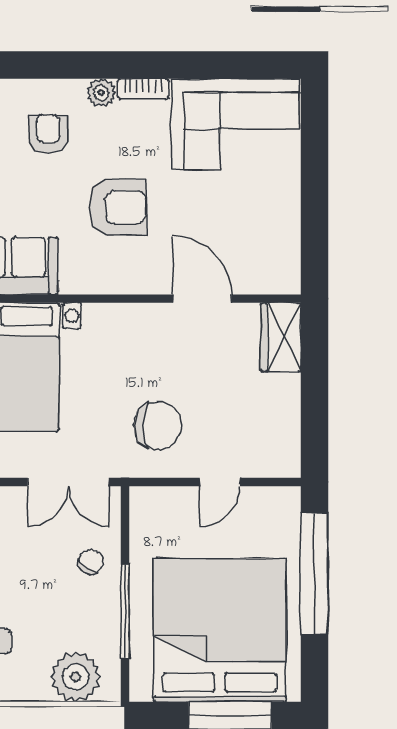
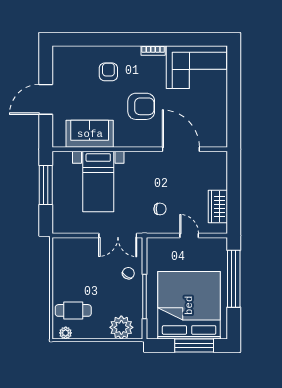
plant: (101, 93) -> (133, 52), removed
door: (202, 299) -> (181, 149), width x1.36
wardrobe: (281, 337) -> (218, 206), moved
chair: (158, 425) -> (160, 209), width x0.54, depth x0.54
door: (220, 482) -> (189, 236), swing flipped

